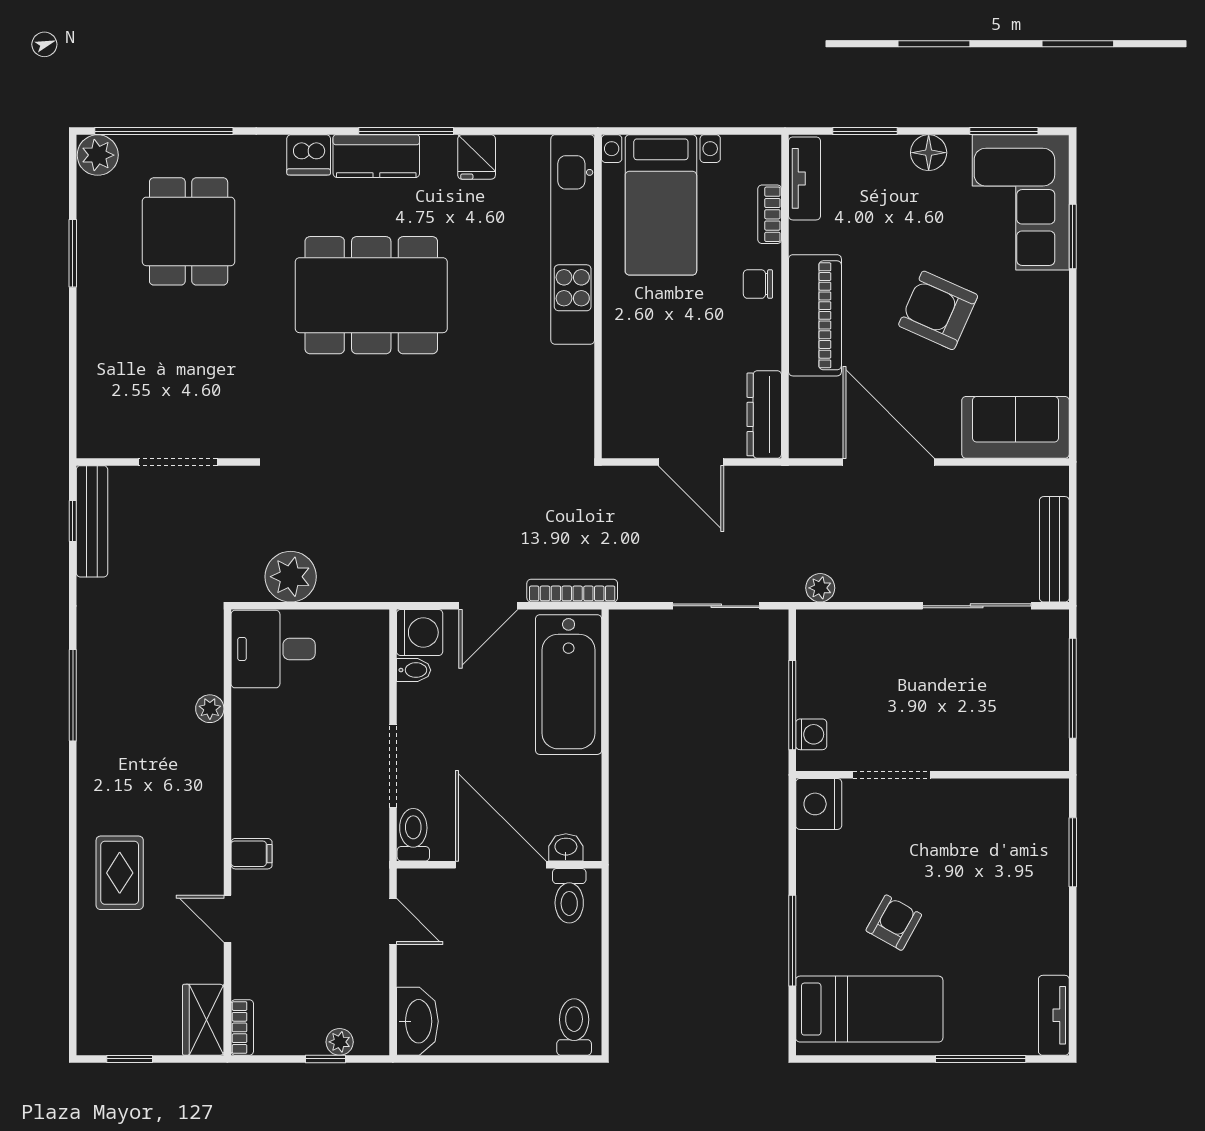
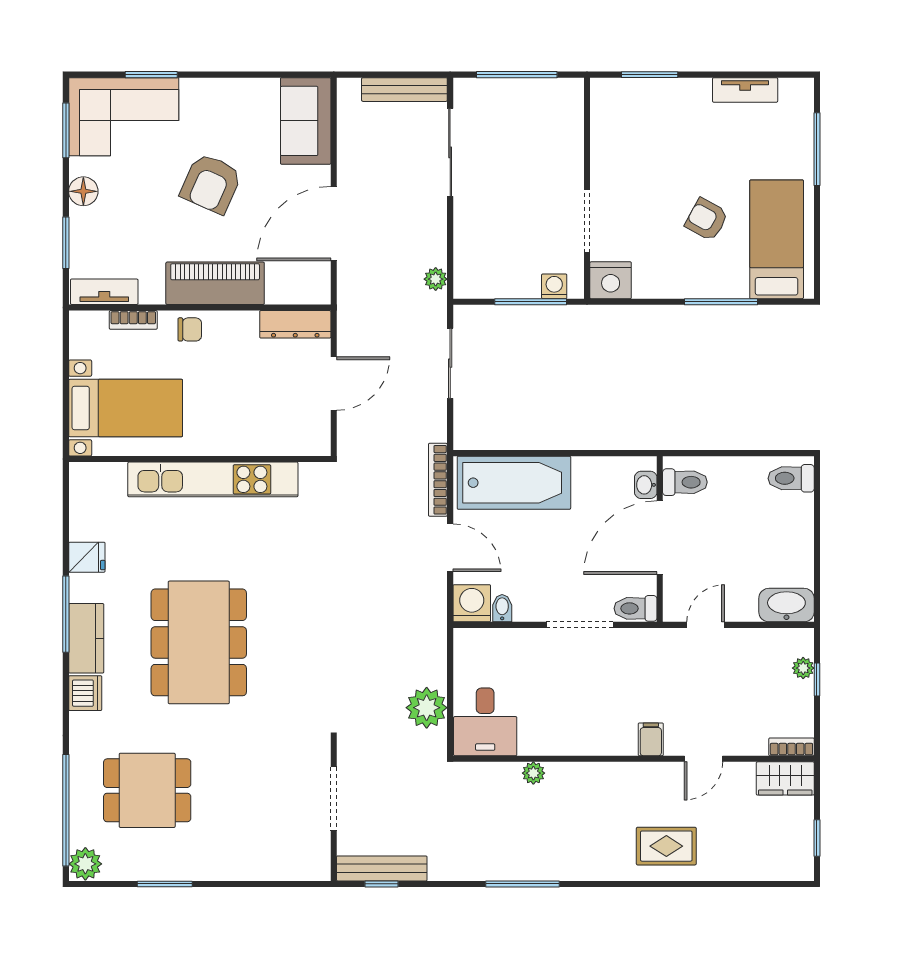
kitchen unit: (573, 240) -> (213, 479), moved
chair: (758, 284) -> (190, 329), turned -90
tv unit: (1054, 1015) -> (745, 90), moved

